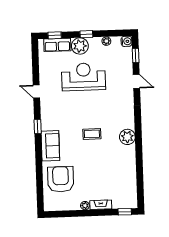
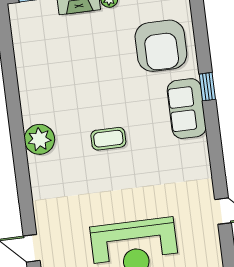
window: (38, 126) -> (207, 87), moved

